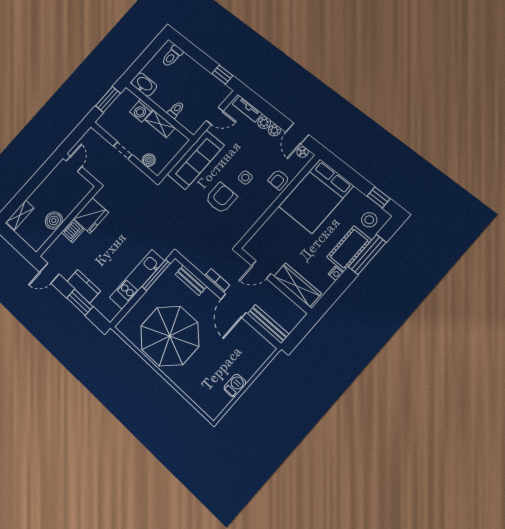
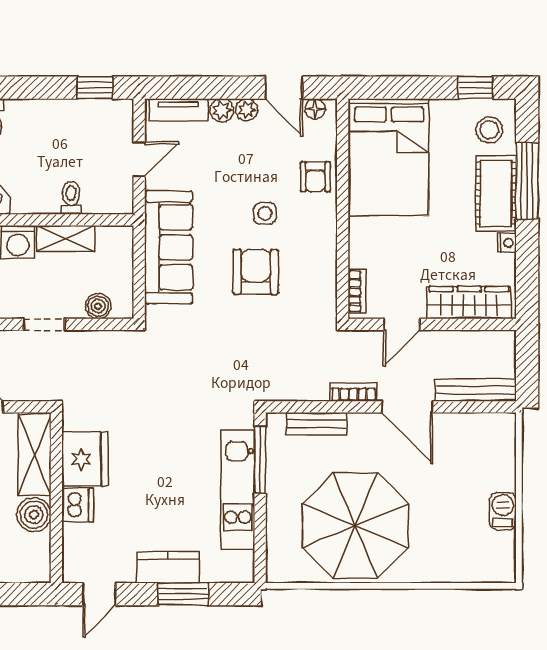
shelving: (75, 197) -> (35, 455), added
bookcase: (255, 240) -> (357, 292), added

